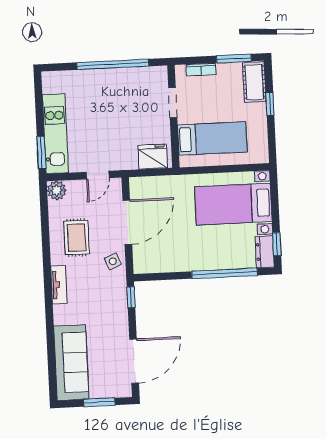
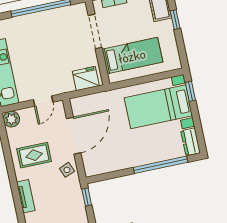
doorway: (173, 103) -> (95, 31), width x1.38
rug: (77, 238) -> (34, 155), turned 90
window: (277, 244) -> (190, 91), moved

